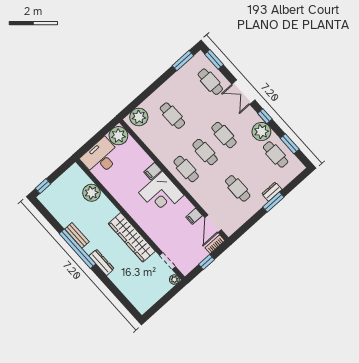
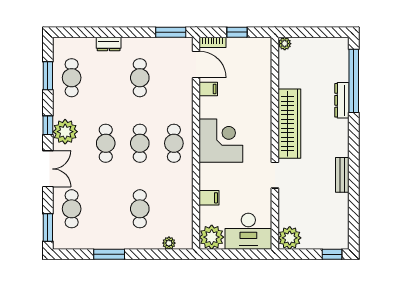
window: (183, 61) -> (109, 254), moved
plant: (139, 117) -> (169, 243), width x0.53, depth x0.53
plant: (261, 132) -> (65, 132), moved
filing cabinet: (153, 171) -> (209, 198), moved
plant: (91, 193) -> (290, 238), moved
window: (273, 202) -> (171, 32), moved
door: (213, 224) -> (196, 64), hinge flipped
window: (77, 249) -> (354, 81), moved
doorway: (168, 261) -> (275, 175), moved
dresser: (102, 262) -> (342, 100), moved

